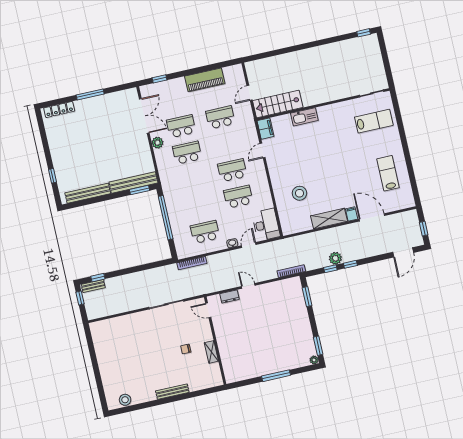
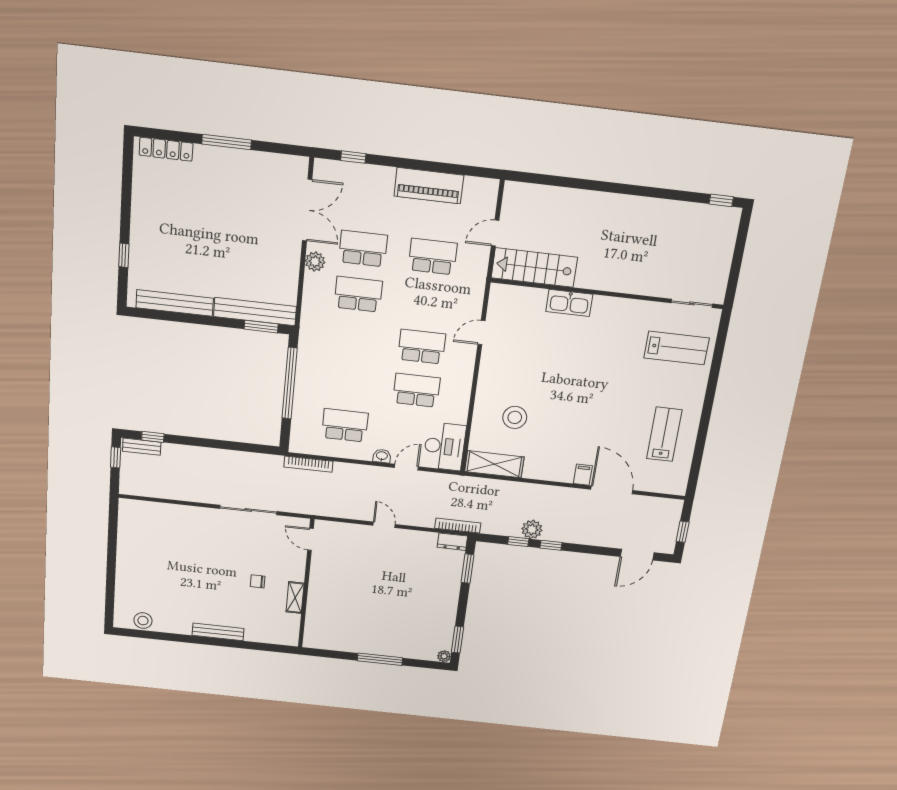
filing cabinet: (265, 129) -> (499, 300), removed
shelving: (329, 219) -> (494, 464), moved
dresser: (230, 297) -> (452, 542), moved

